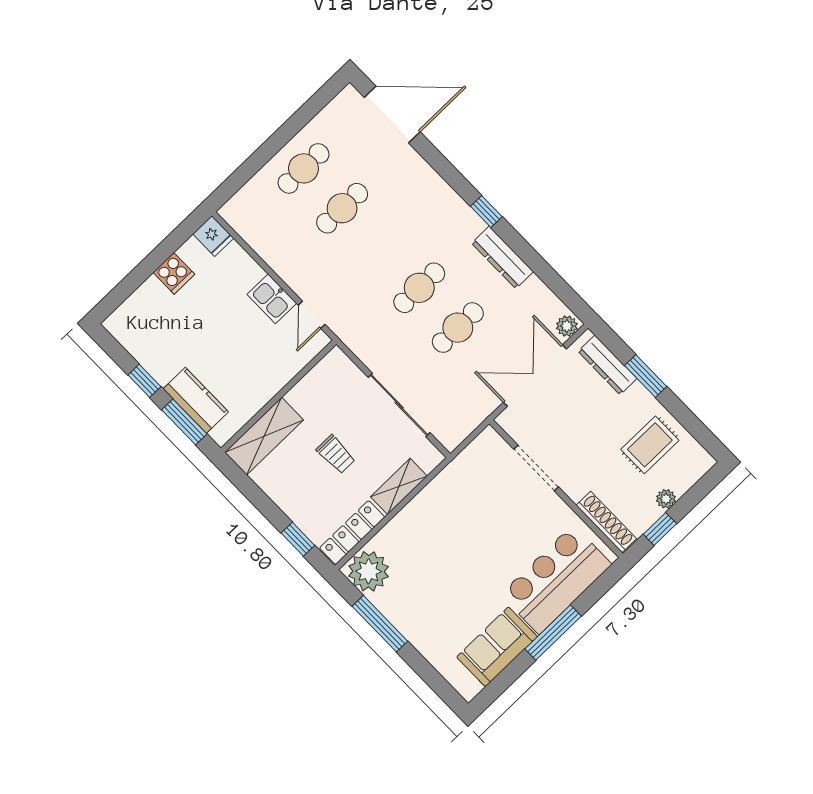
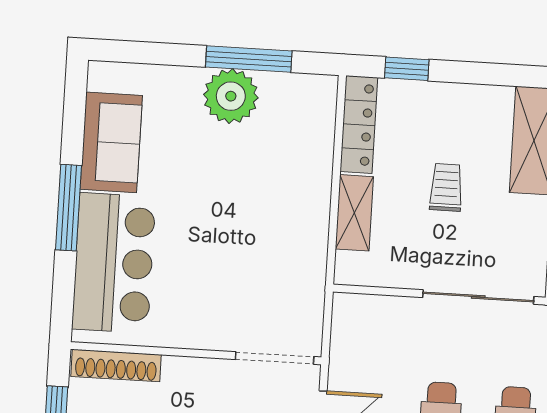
sliding door: (399, 405) -> (478, 297), moved
trolley: (336, 454) -> (446, 187), turned 90
doorway: (536, 468) -> (275, 358), moved
plant: (369, 571) -> (231, 96), moved

